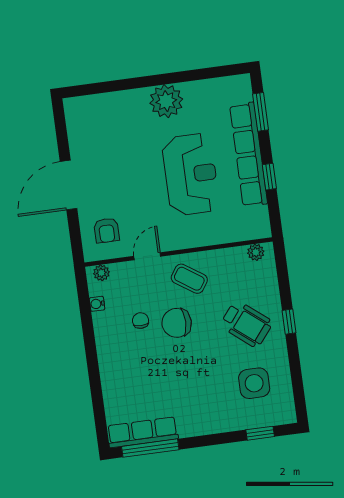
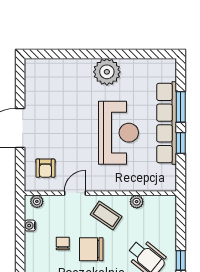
window: (261, 112) -> (181, 107), moved
plant: (256, 252) -> (137, 202), moved

